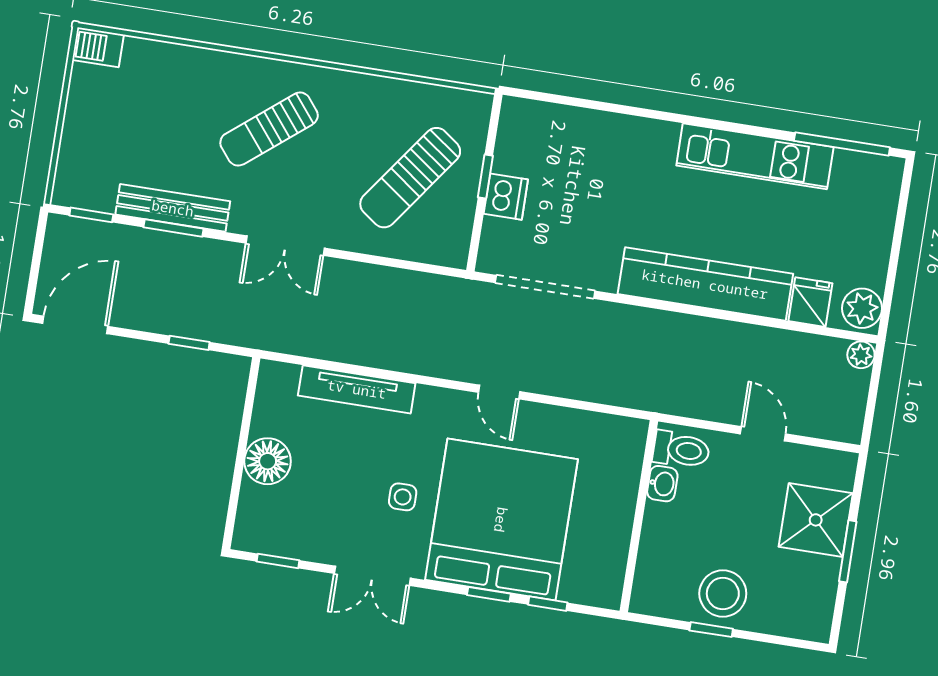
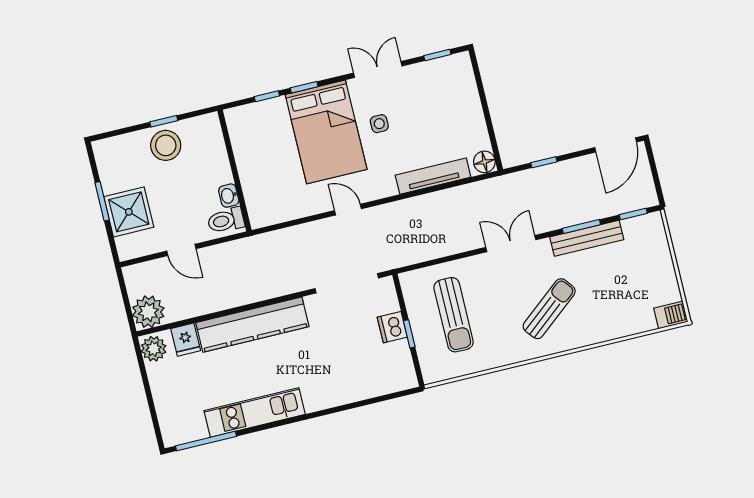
sun lounger: (410, 178) -> (454, 315), turned 144
plant: (861, 355) -> (148, 312), width x1.87, depth x1.87
floor lamp: (268, 461) -> (484, 162), moved, width x0.73, depth x0.73
bed: (501, 520) -> (326, 132), width x0.73

